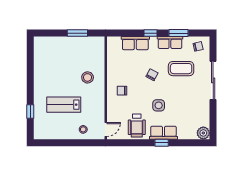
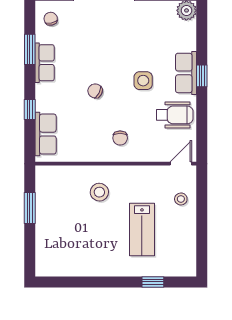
window: (151, 33) -> (30, 109), moved
row of seats: (135, 43) -> (46, 134), moved
coffee table: (181, 69) -> (85, 45), removed
door: (106, 129) -> (181, 164), hinge flipped

